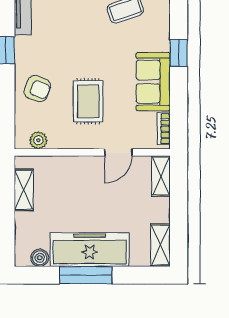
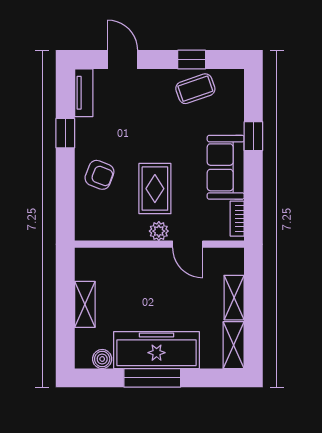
plant: (38, 140) -> (159, 231), moved
door: (118, 152) -> (188, 244), hinge flipped
shelving: (161, 176) -> (234, 298), moved
shelving: (24, 190) -> (85, 304), moved

